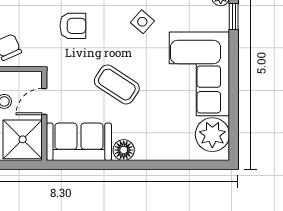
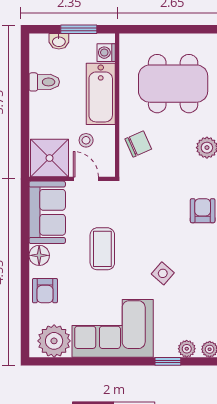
armchair: (73, 26) -> (45, 291), moved
coffee table: (117, 85) -> (102, 249), turned -33

